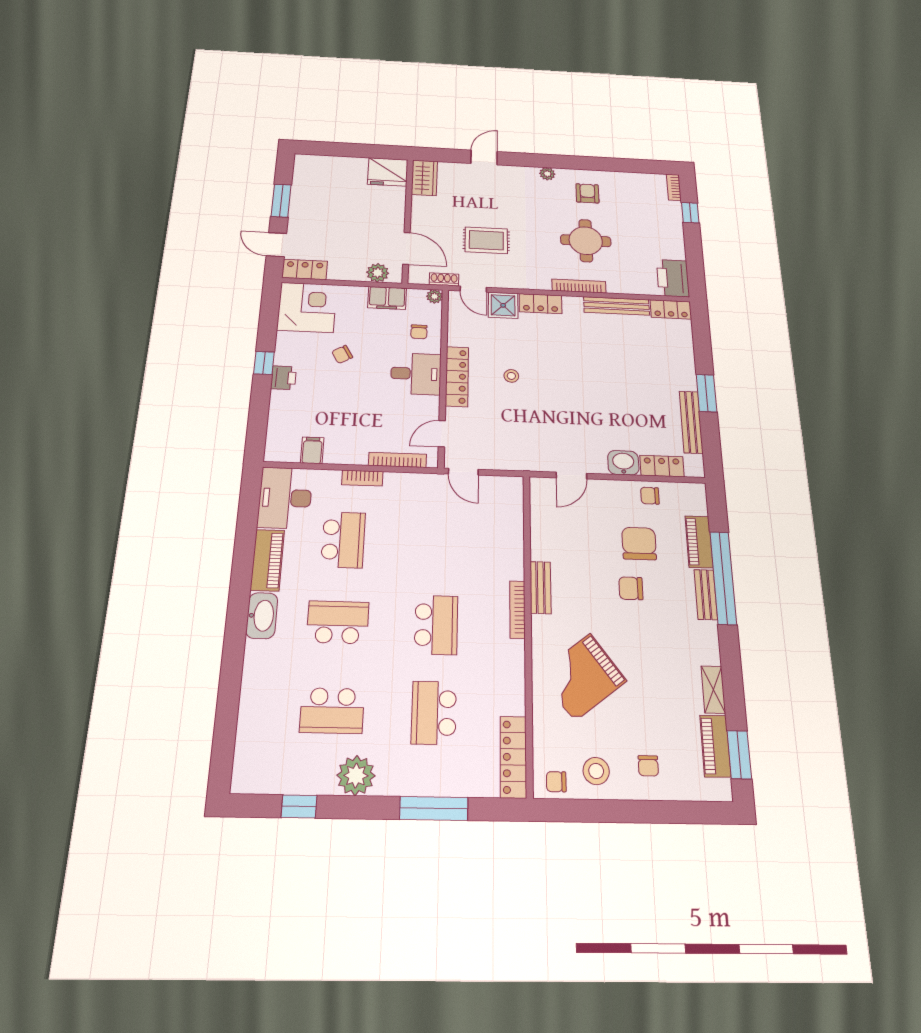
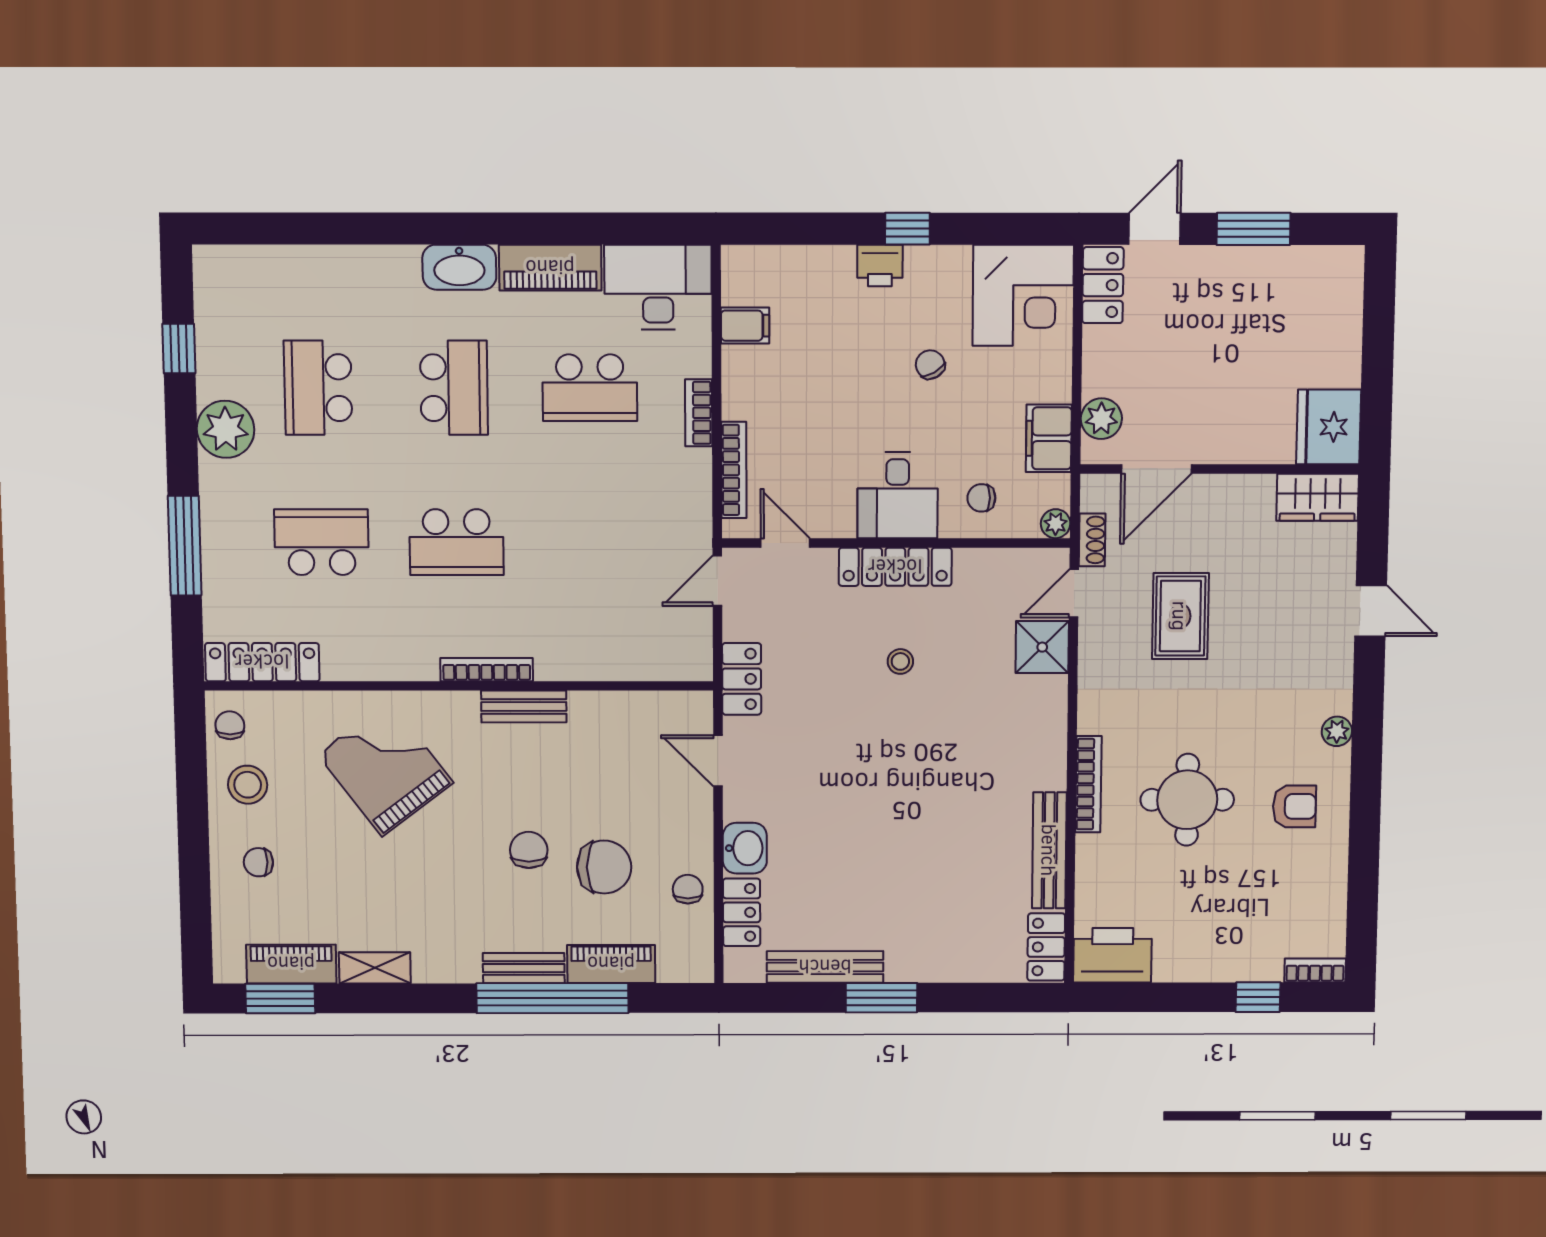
locker: (540, 304) -> (742, 679), moved, turned 180

